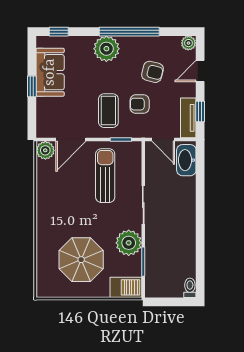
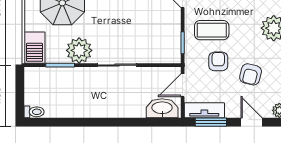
window: (200, 111) -> (211, 122), width x1.50
sun lounger: (105, 176) -> (146, 27), removed

